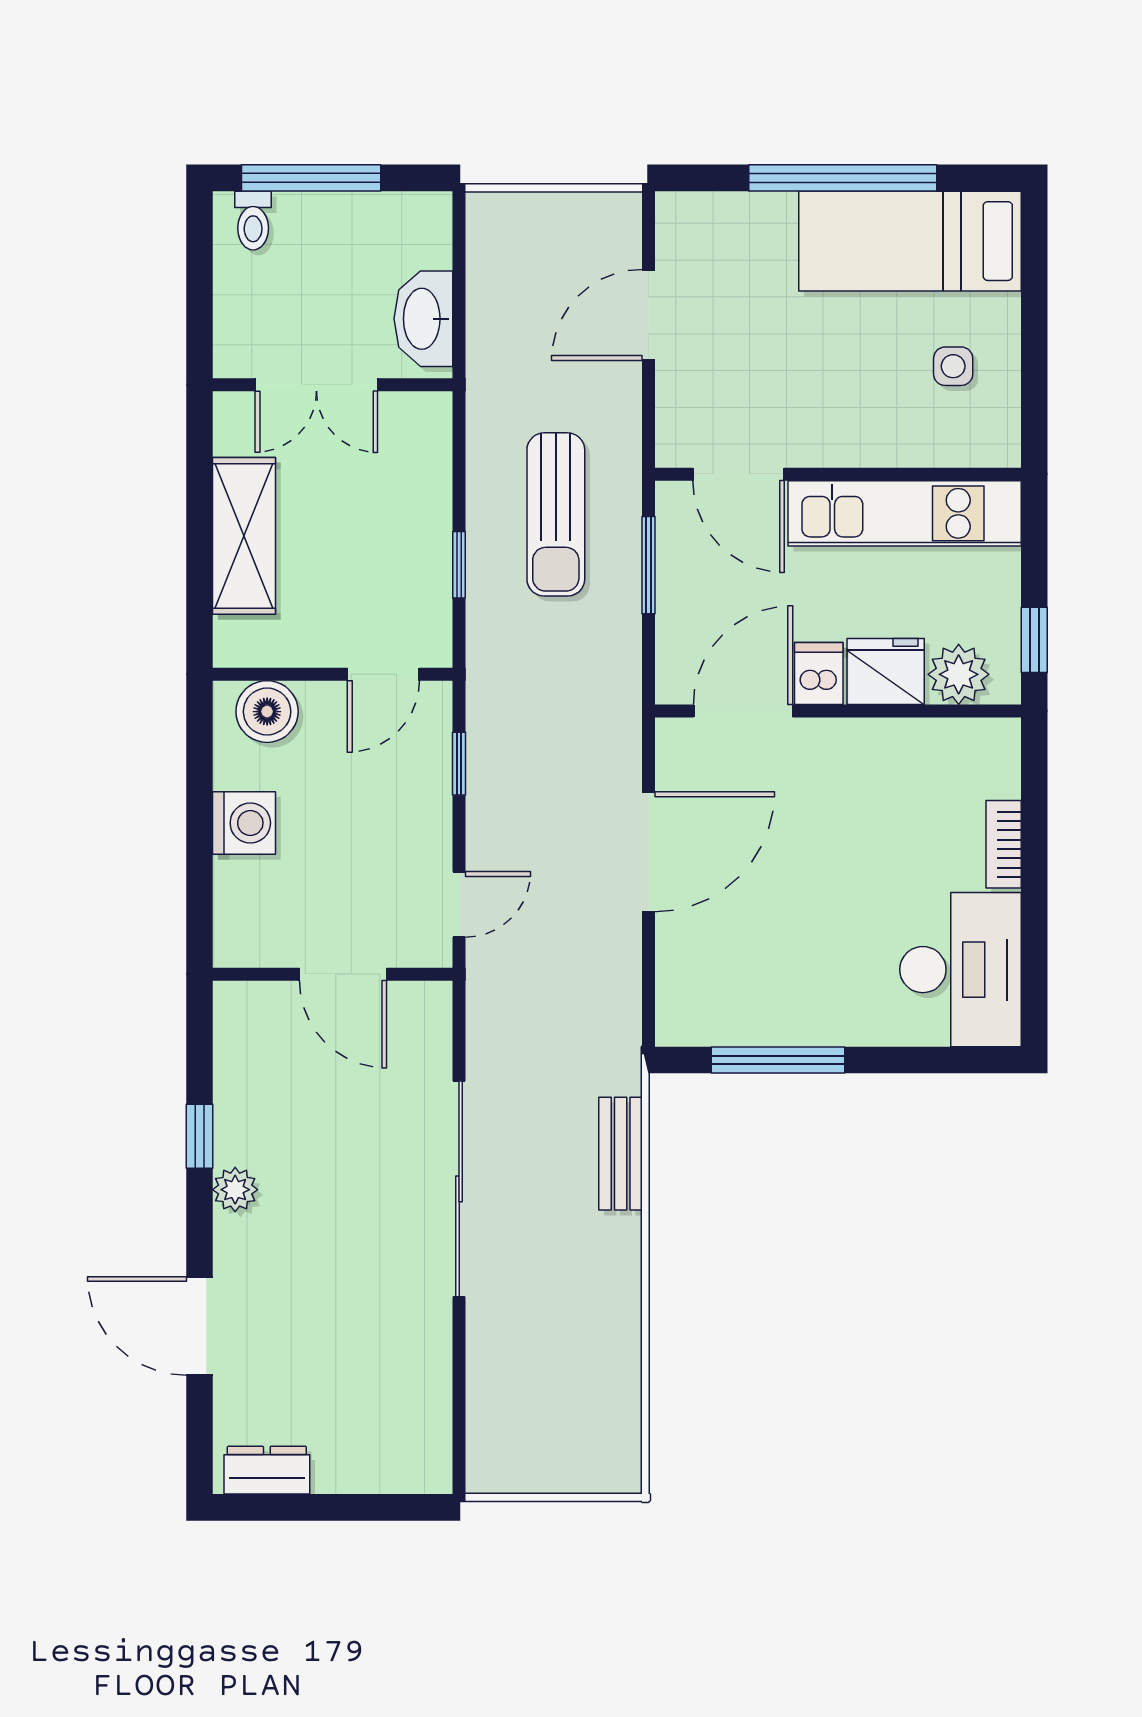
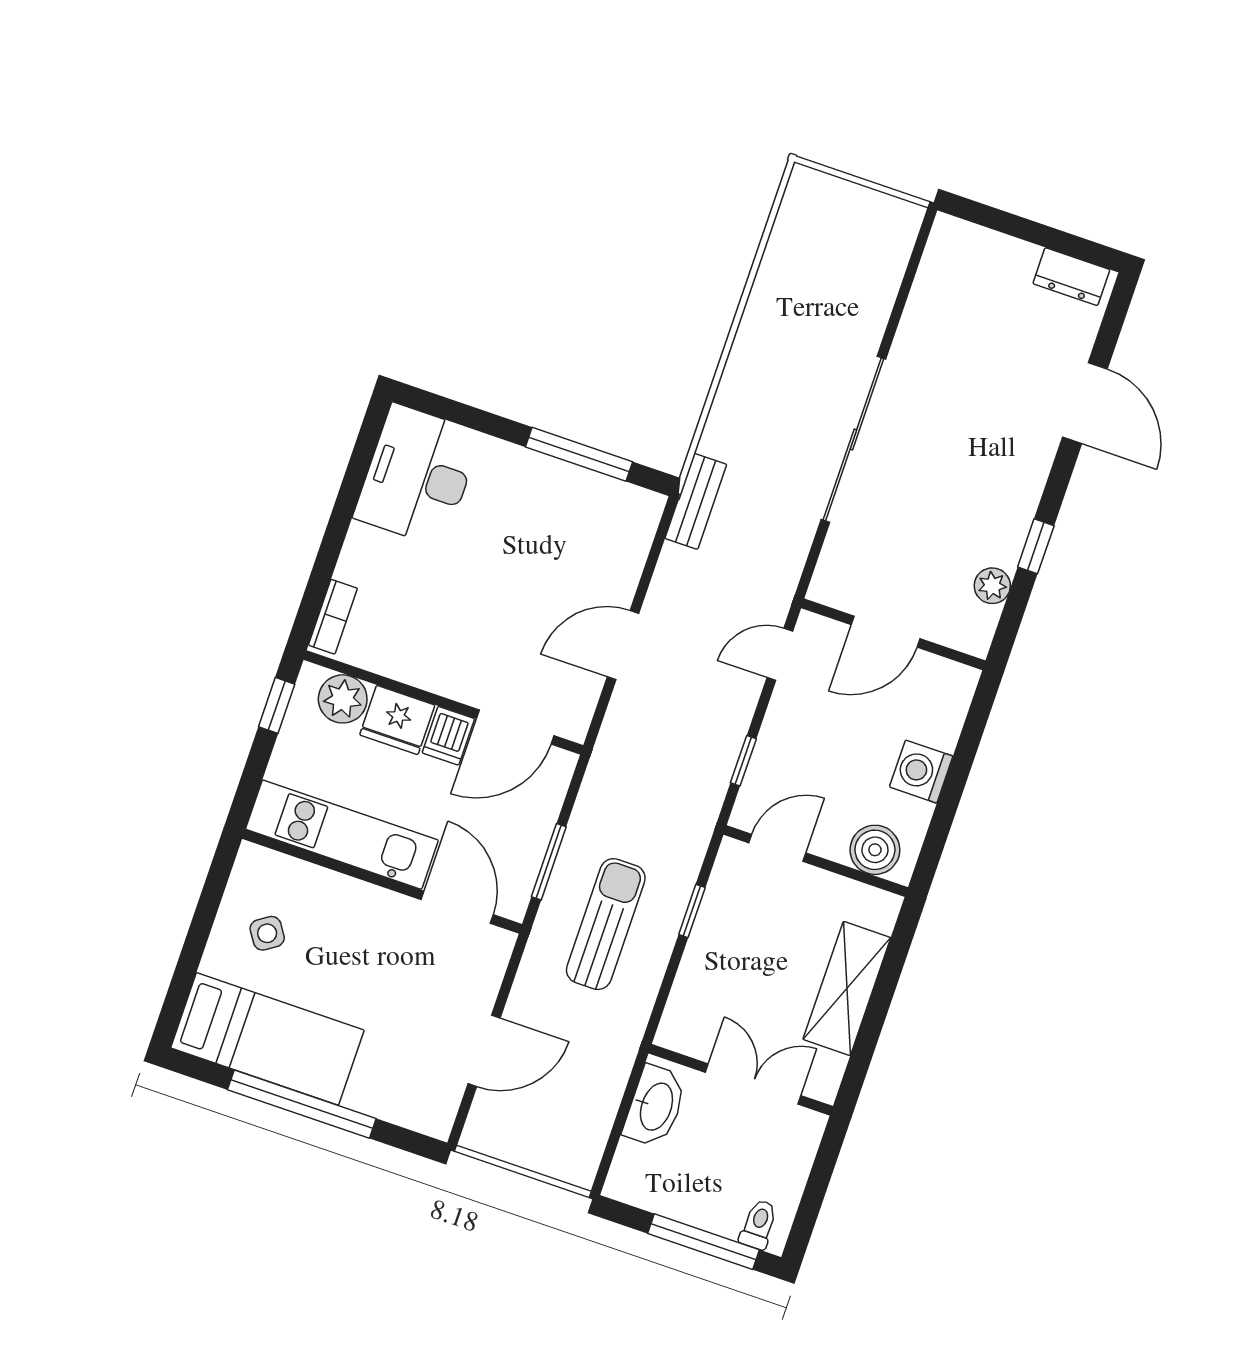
side table: (953, 366) -> (267, 933), turned -34
bookcase: (1004, 844) -> (333, 617), moved
door: (648, 852) -> (623, 645), width x0.73
door: (343, 974) -> (886, 632), swing flipped
bench: (621, 1154) -> (696, 501), moved
plant: (235, 1190) -> (992, 586), moved

